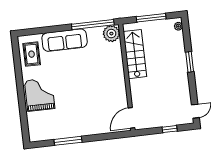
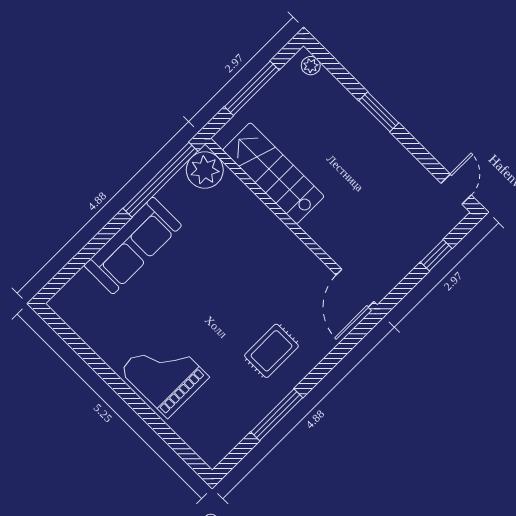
rug: (32, 54) -> (271, 351), moved, turned 90

